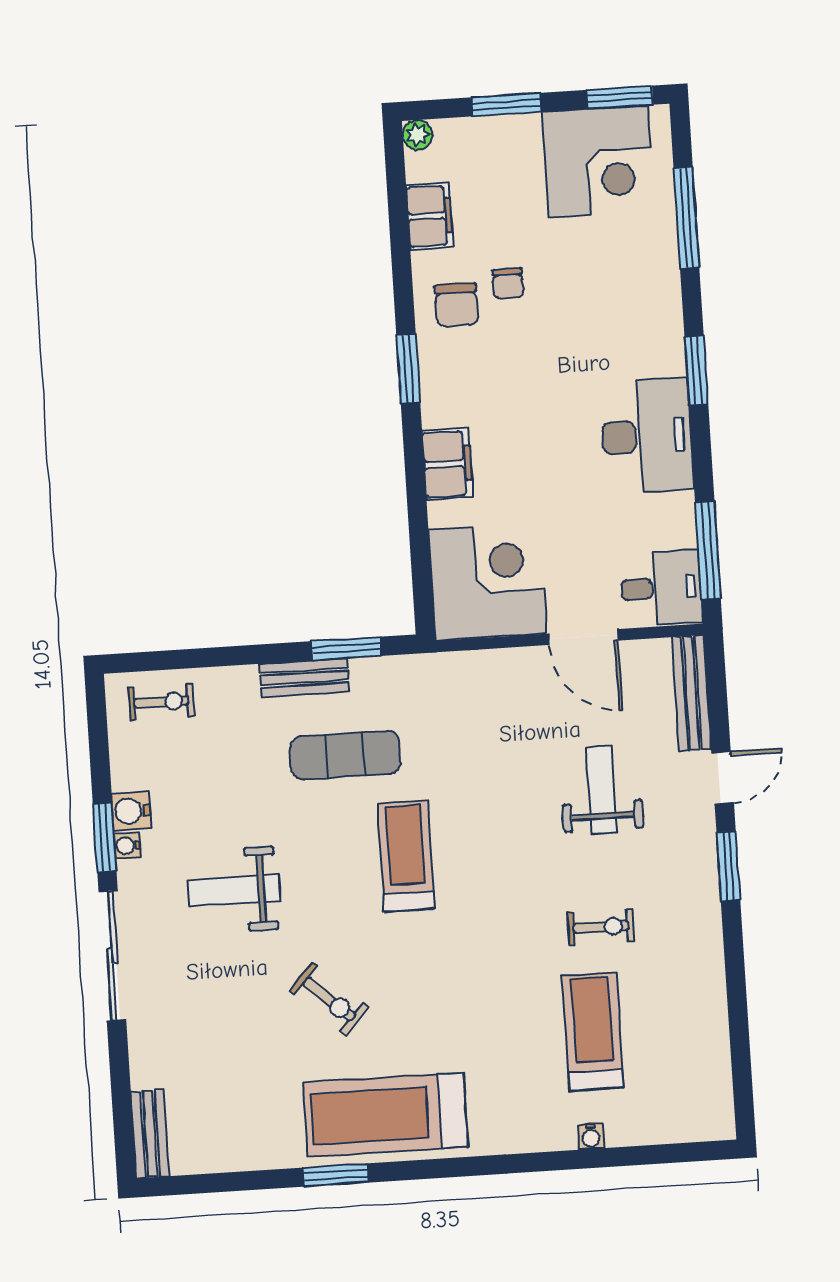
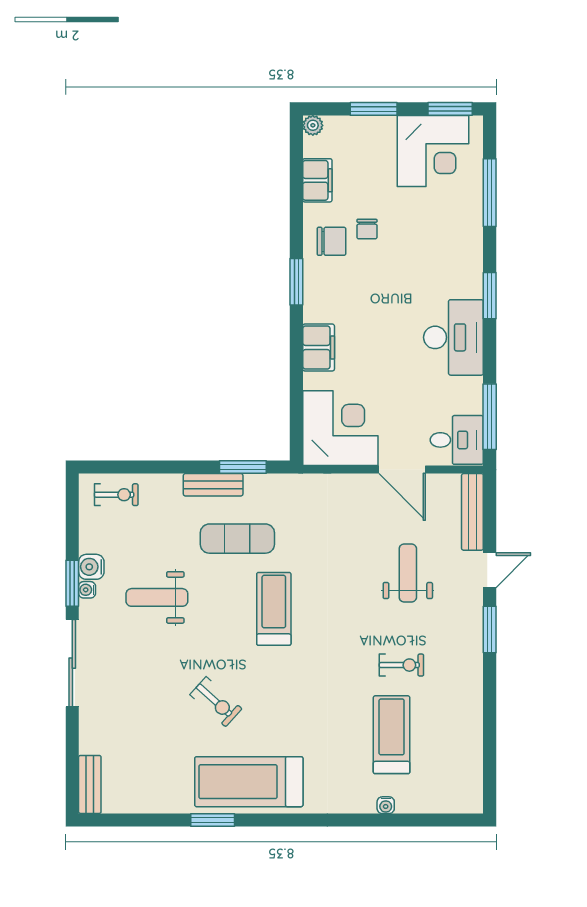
chair: (456, 305) -> (331, 241), turned -90
weight bench: (234, 890) -> (157, 597), moved

